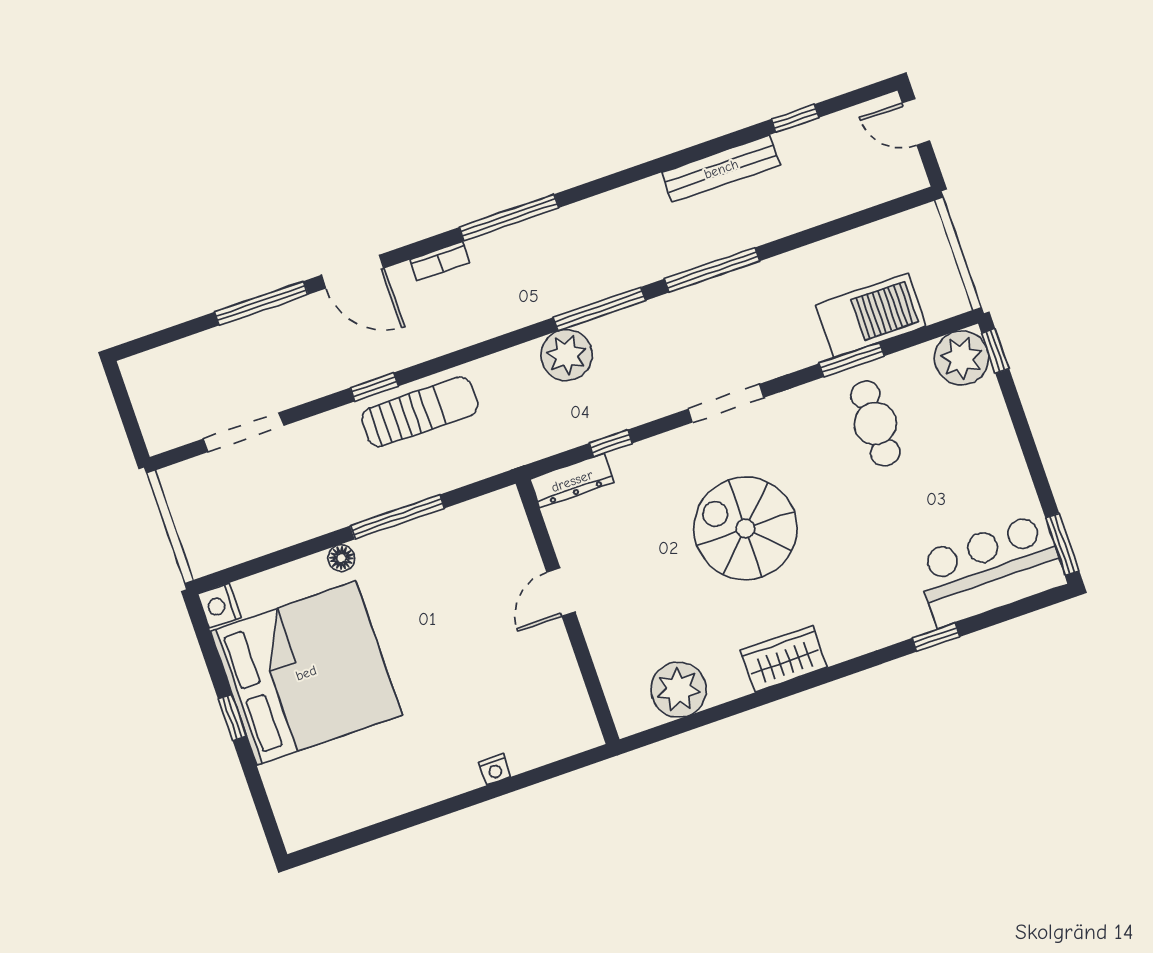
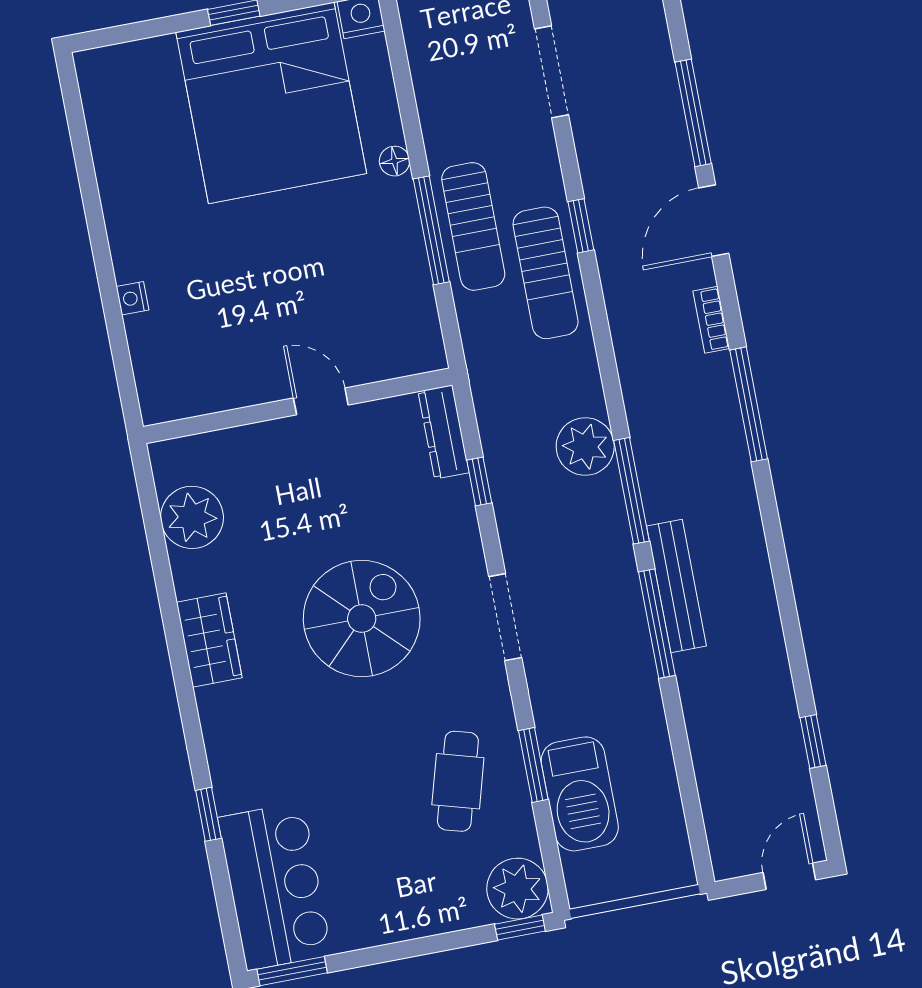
bench: (721, 169) -> (676, 586), moved
cafe table: (875, 424) -> (458, 781), turned -74
sun lounger: (389, 481) -> (473, 226), added

